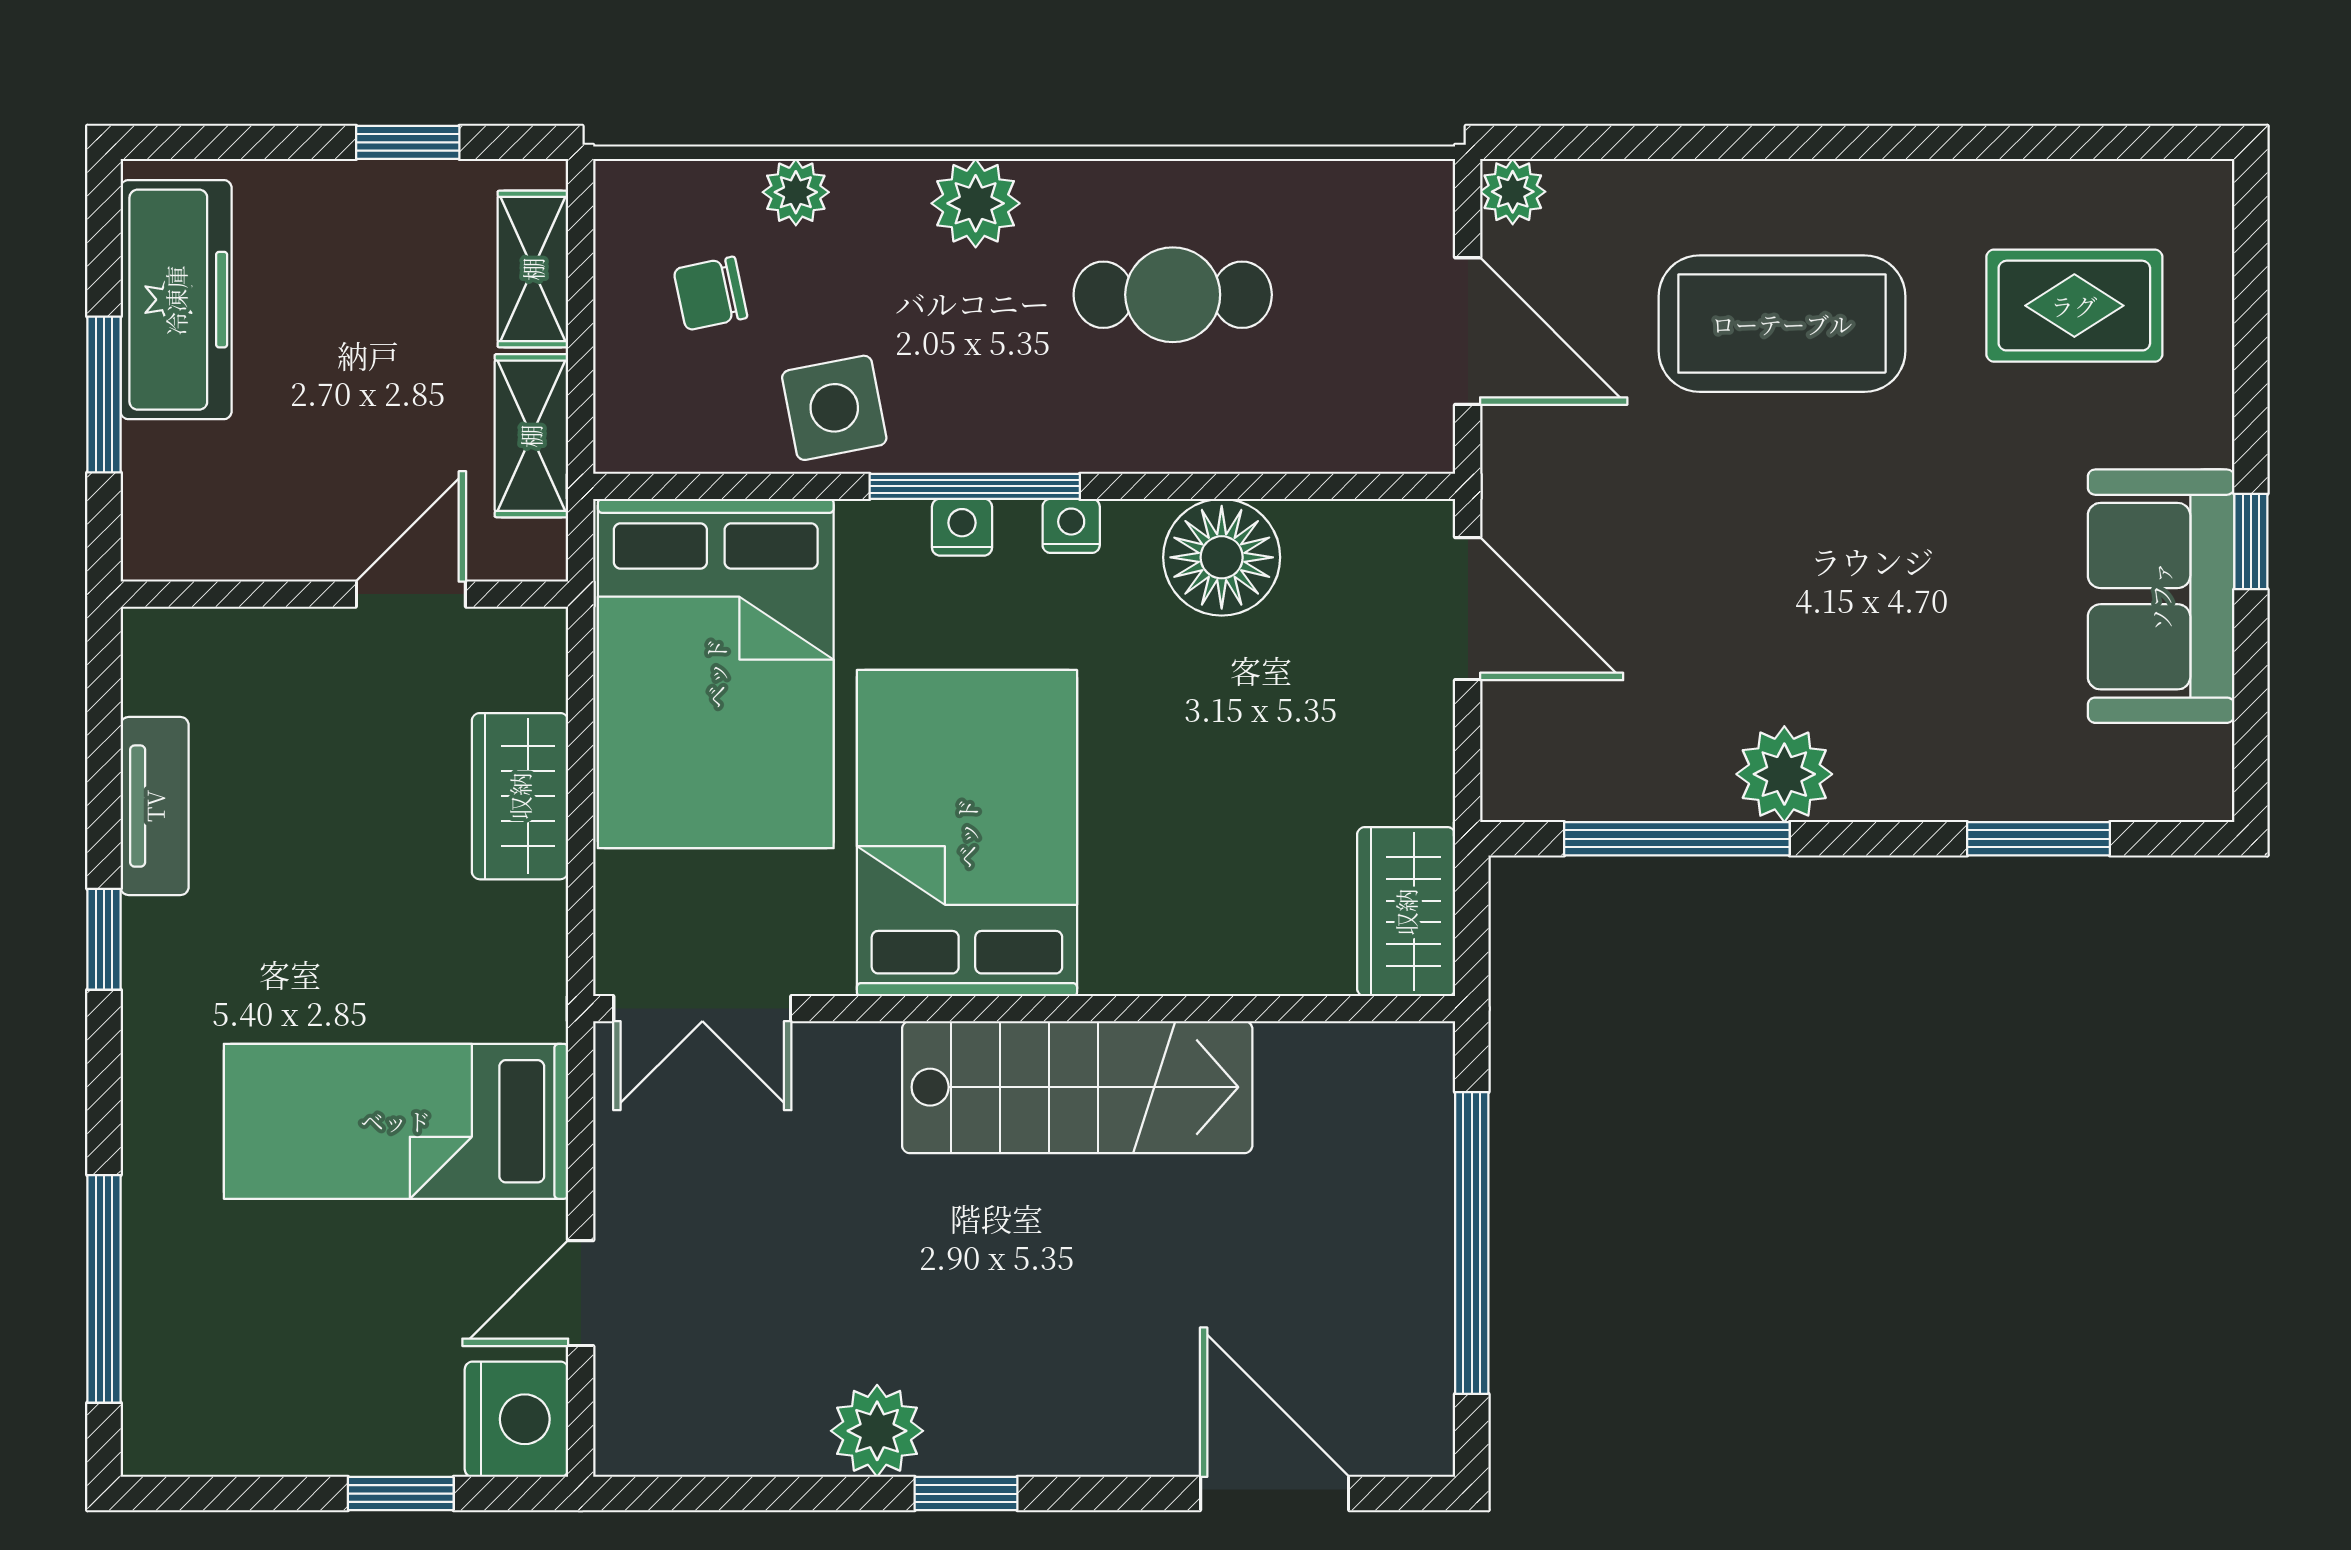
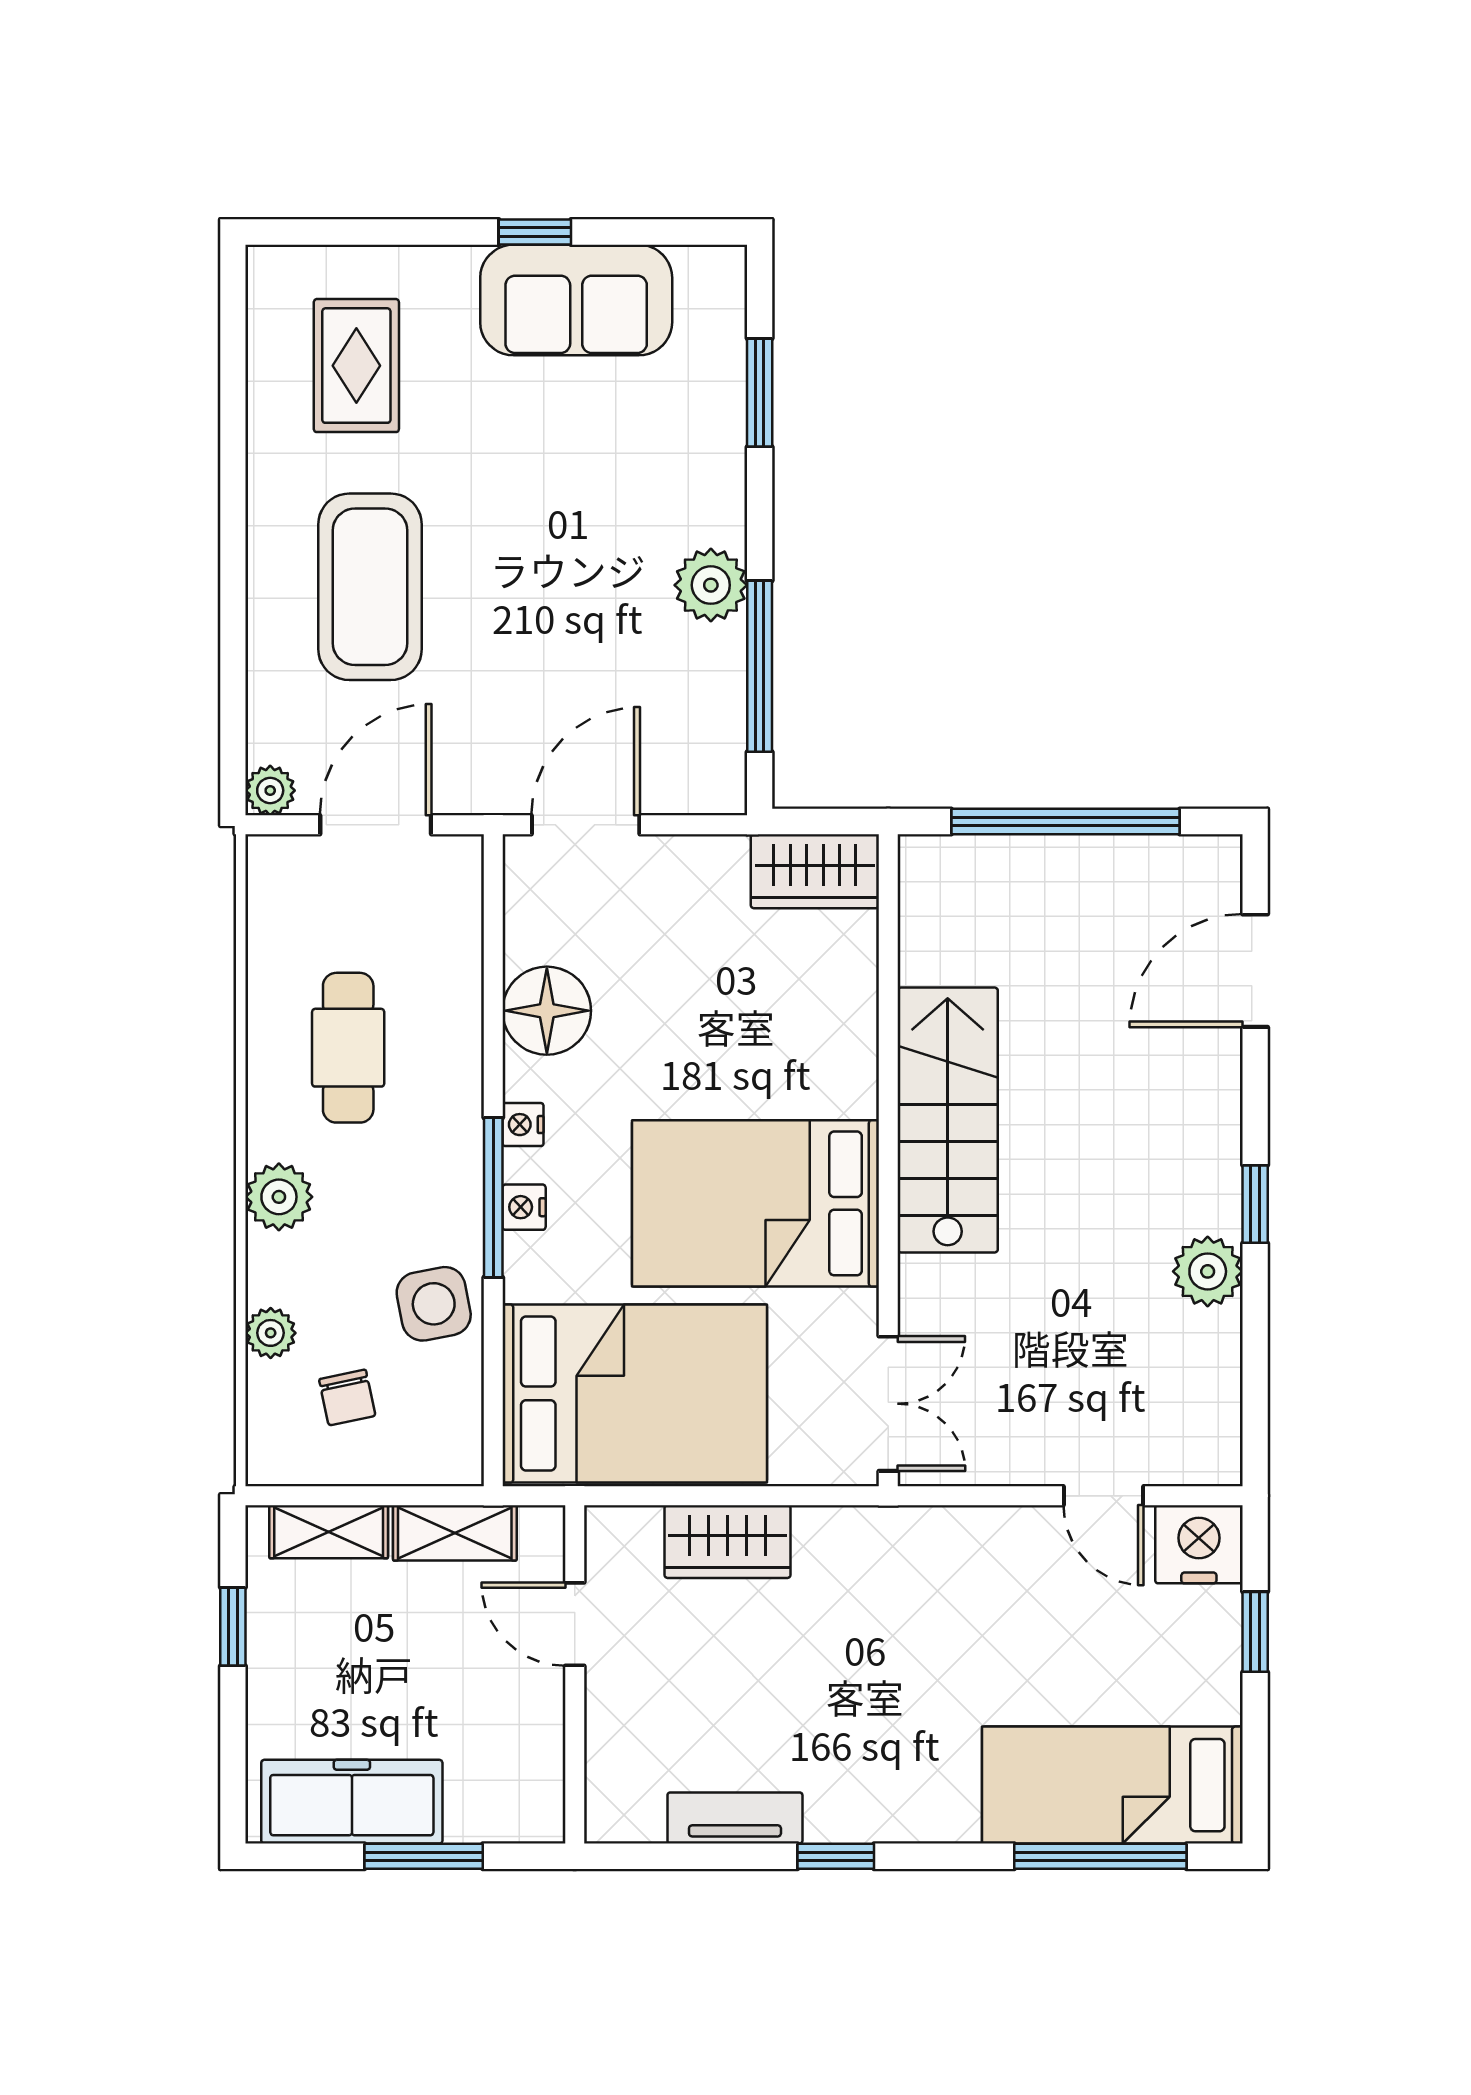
bed: (396, 1121) -> (1112, 1785), moved, turned 90

